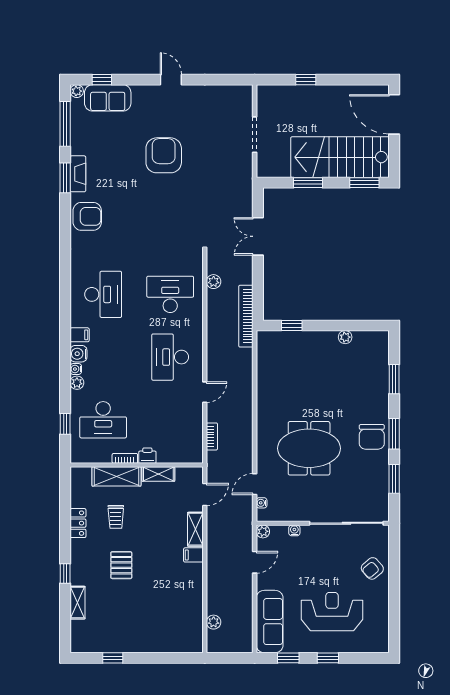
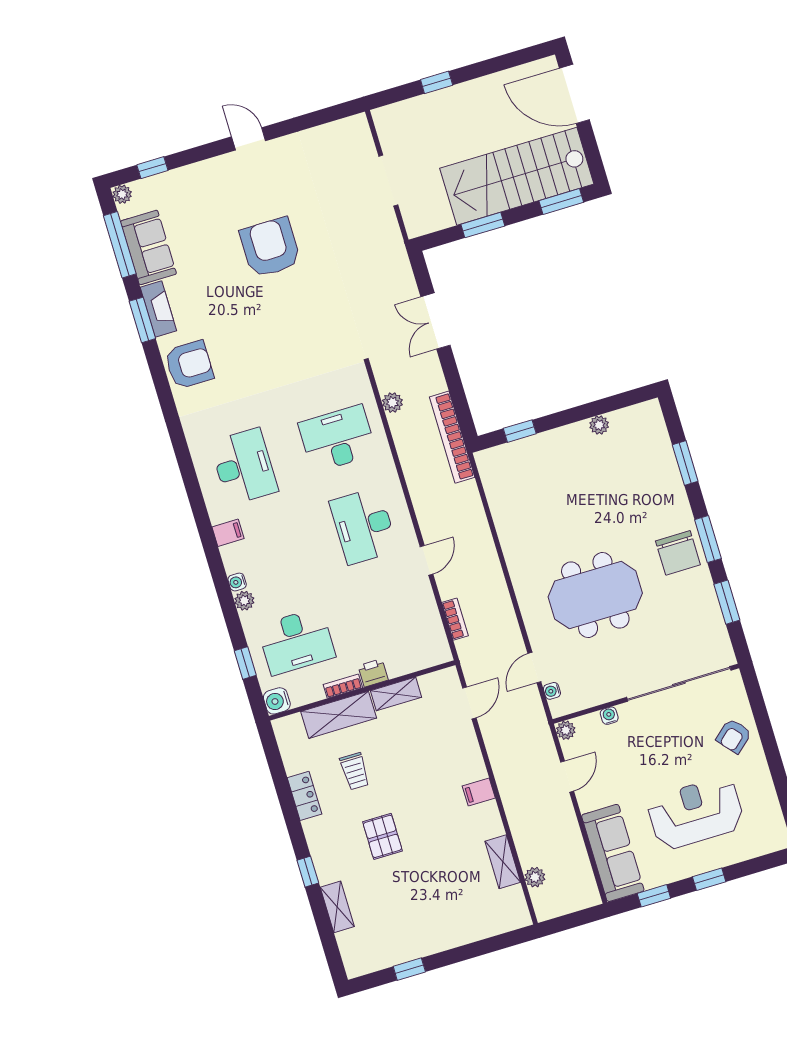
sofa: (108, 98) -> (148, 247), moved, turned -90
water cooler: (78, 354) -> (277, 701), moved
shelving: (195, 529) -> (503, 862), moved

